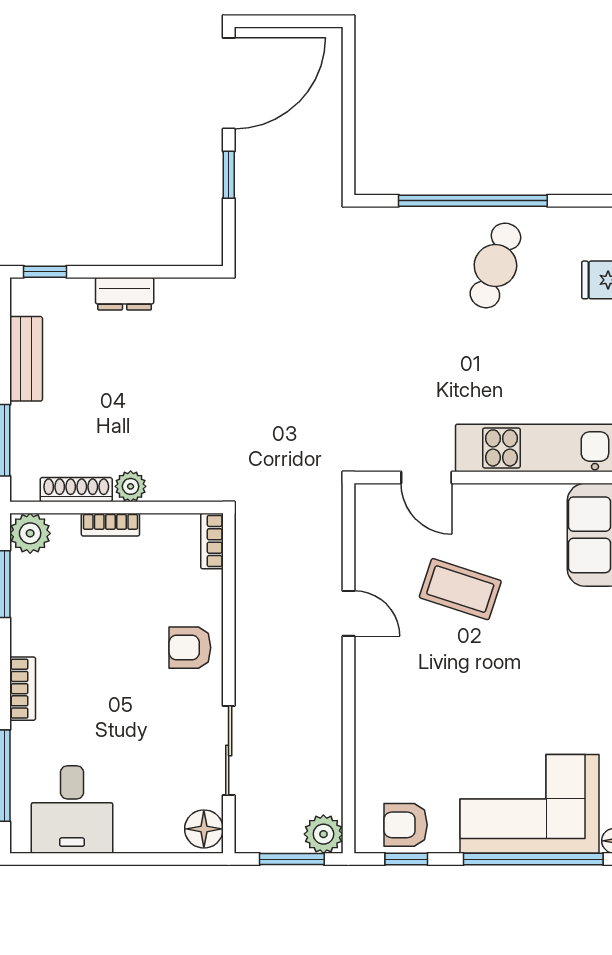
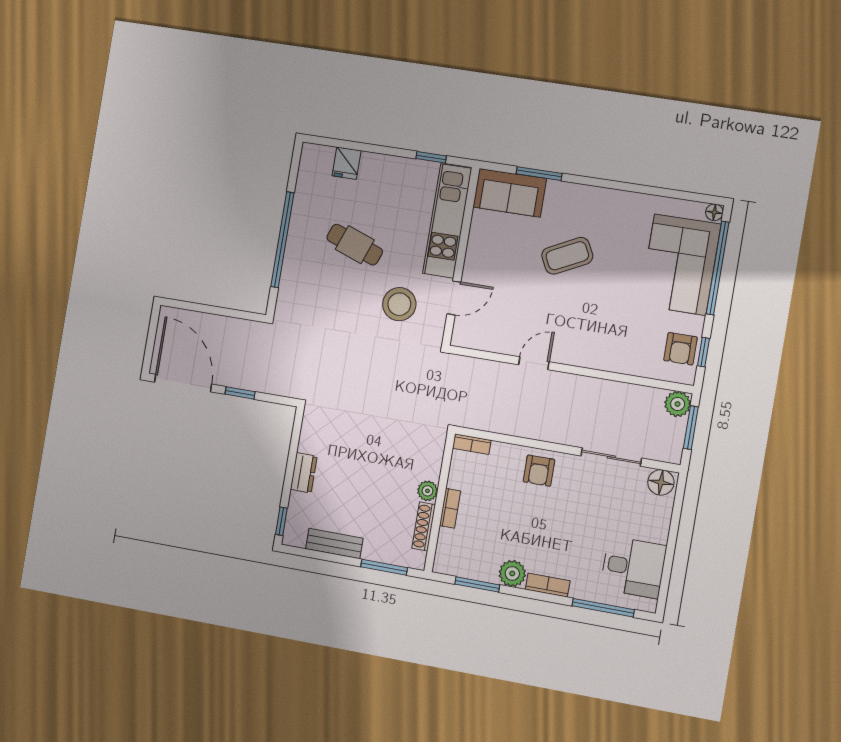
cafe table: (495, 265) -> (355, 245), moved
stool: (404, 397) -> (399, 304), added
plant: (30, 533) -> (512, 573), moved
coffee table: (460, 589) -> (567, 256), moved, turned 45

